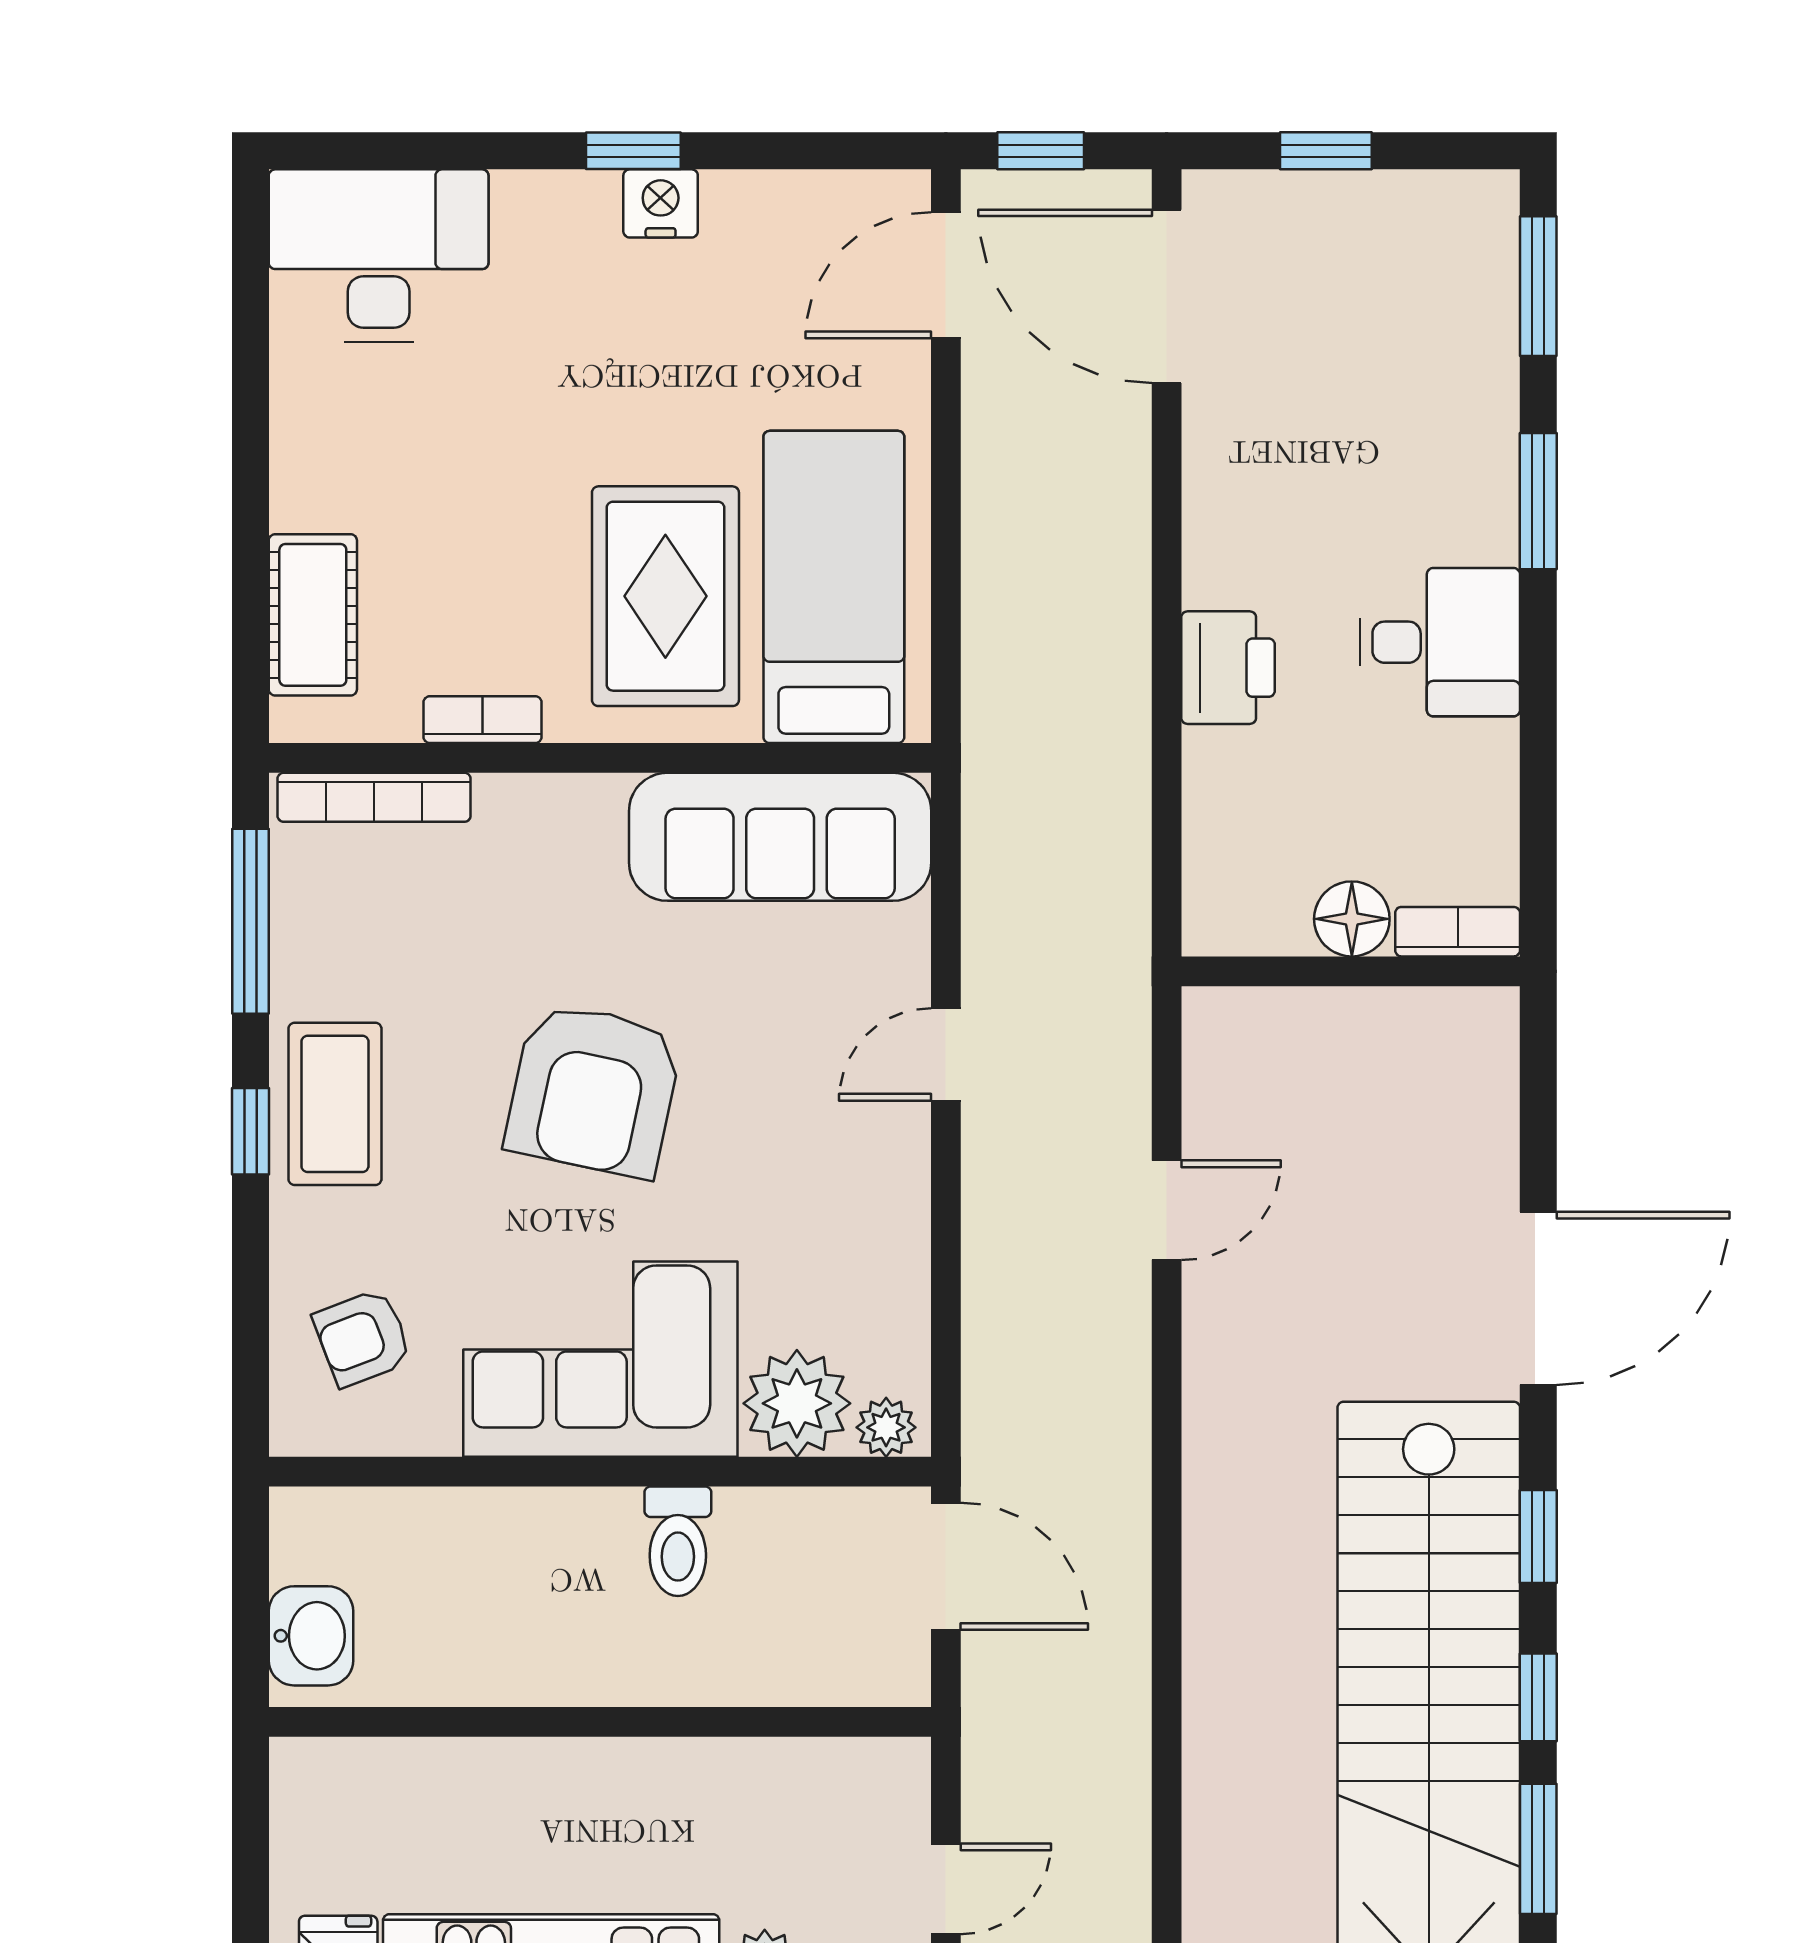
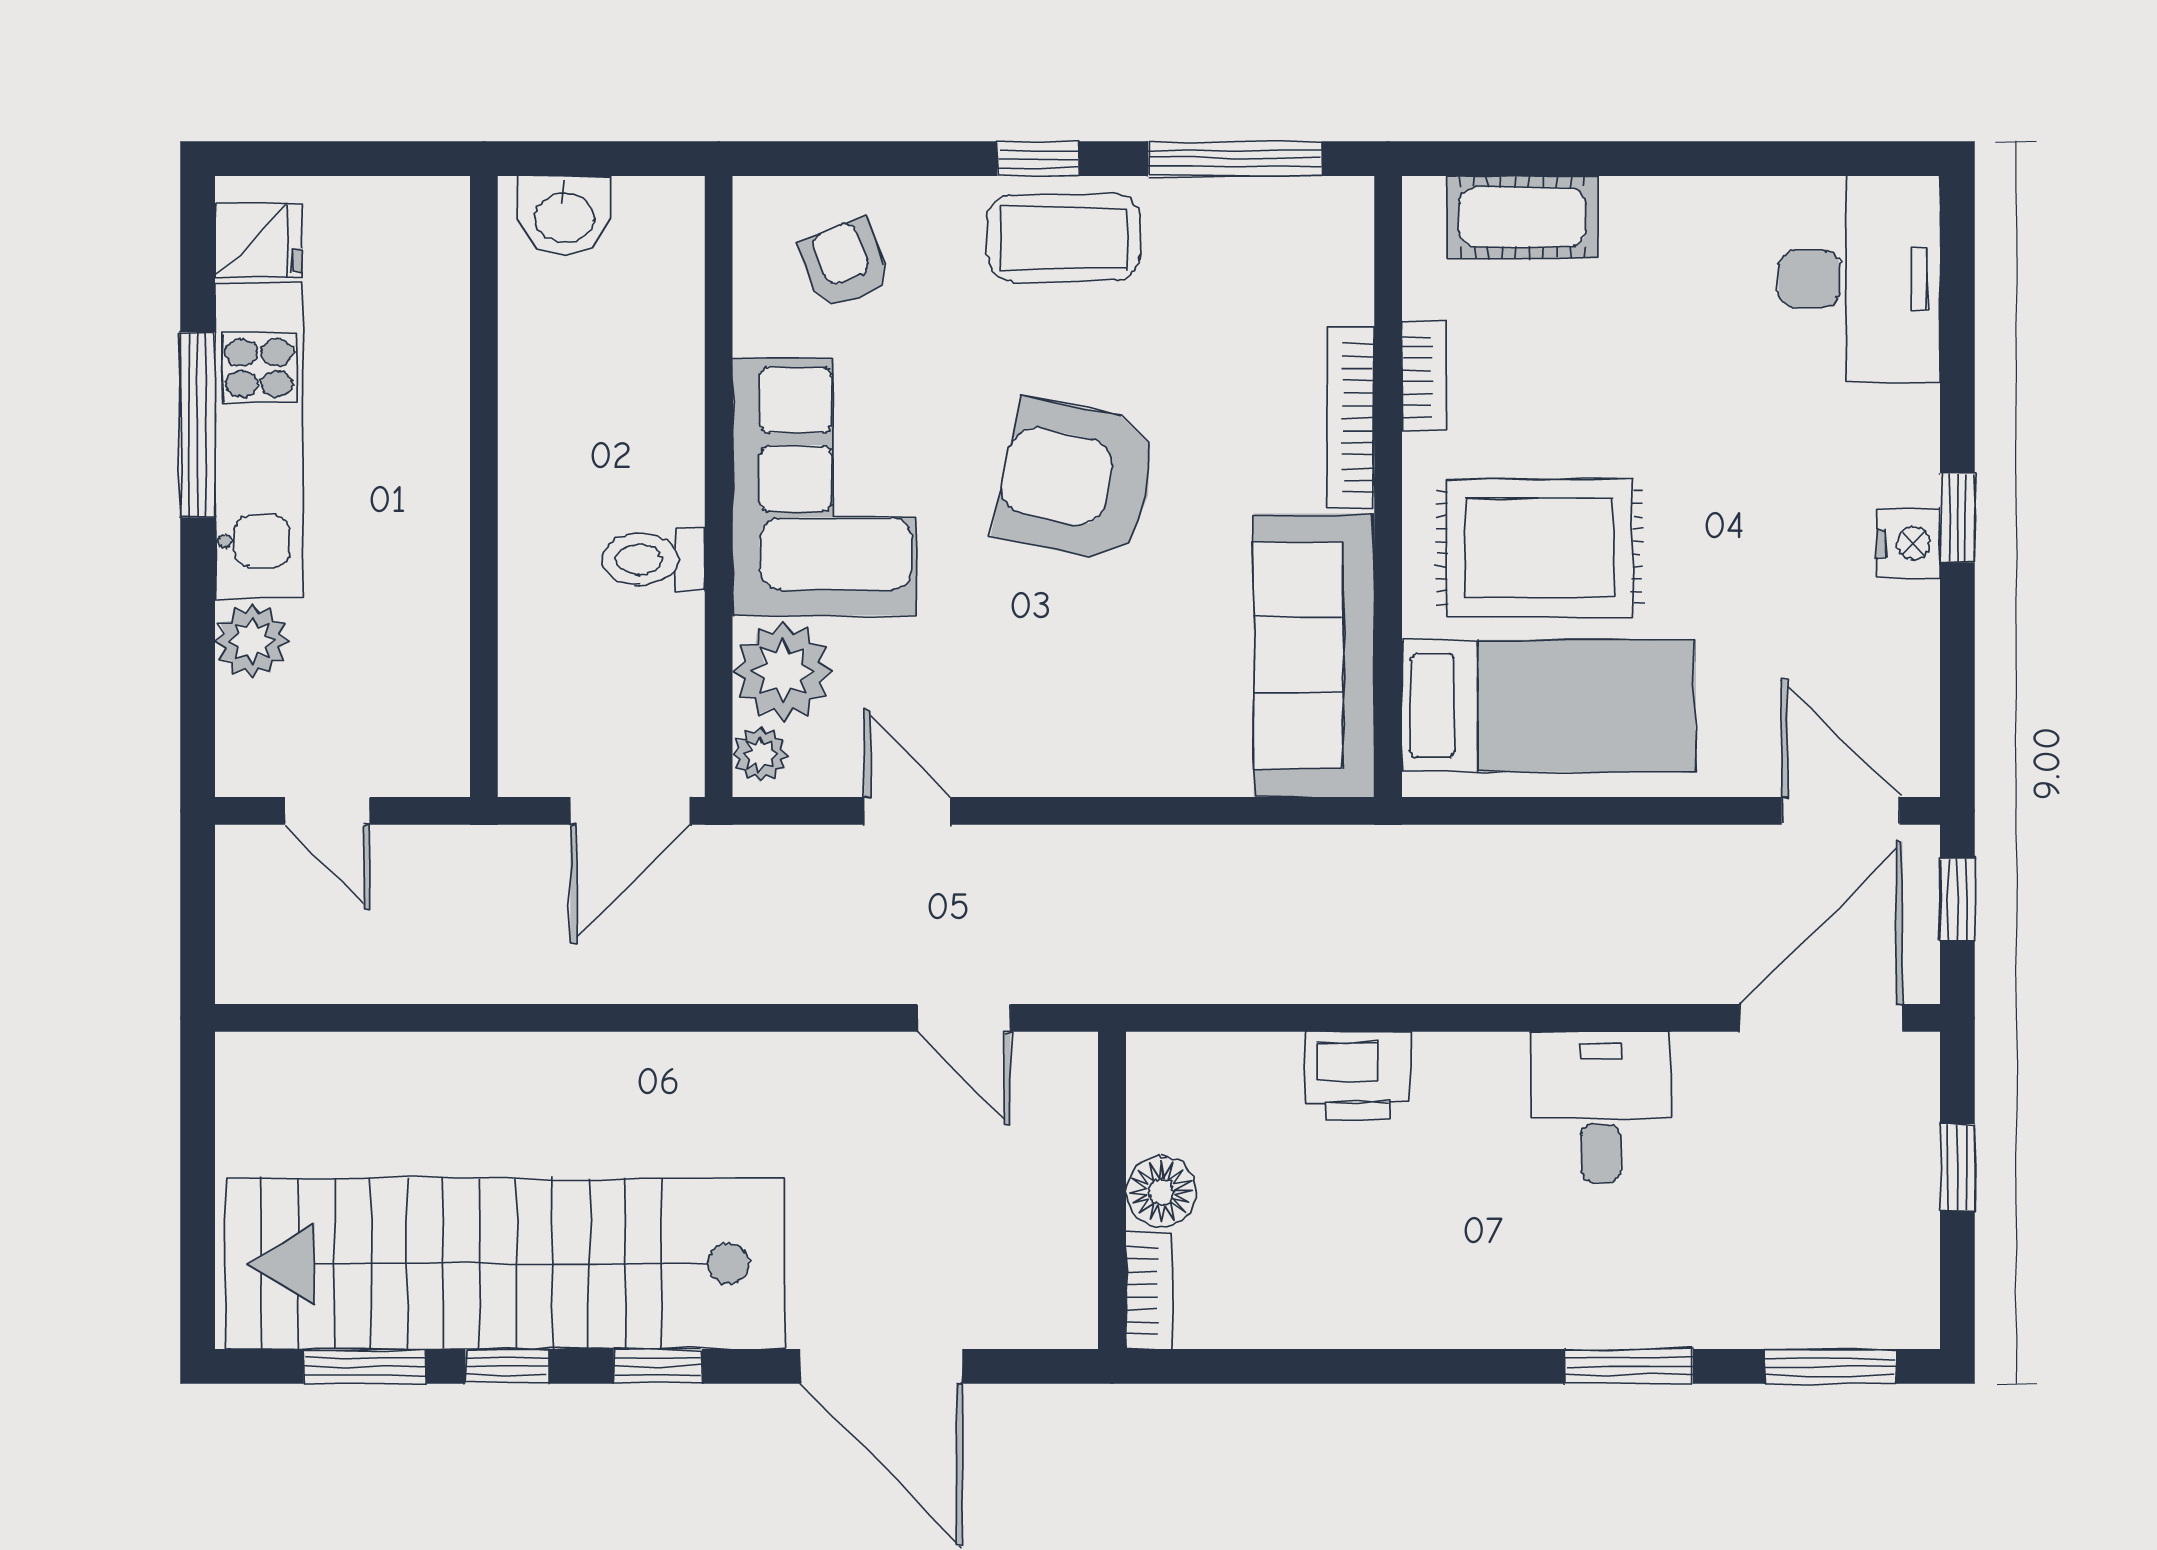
desk: (1440, 642) -> (1601, 1107), moved, turned 180
printer: (1228, 668) -> (1357, 1075), moved
bookcase: (374, 797) -> (1351, 418), moved
floor lamp: (1352, 919) -> (1161, 1192), moved
bookcase: (1458, 932) -> (1149, 1291), moved
wall: (1351, 971) -> (1112, 1190), moved
door: (946, 1054) -> (907, 811), moved

